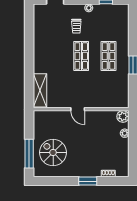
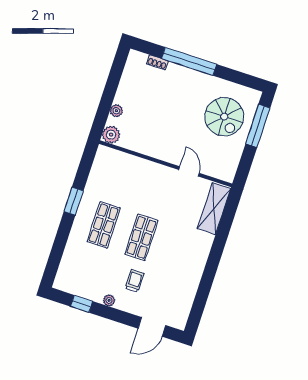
door: (78, 109) -> (189, 171), moved
window: (88, 181) -> (189, 61), width x2.11

